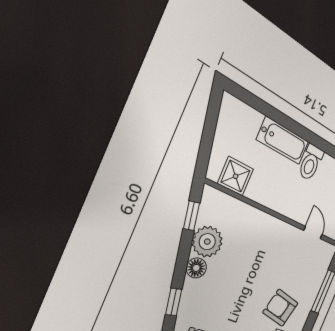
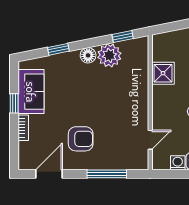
shower: (236, 176) -> (163, 73), moved
armchair: (281, 308) -> (81, 139), turned 76

